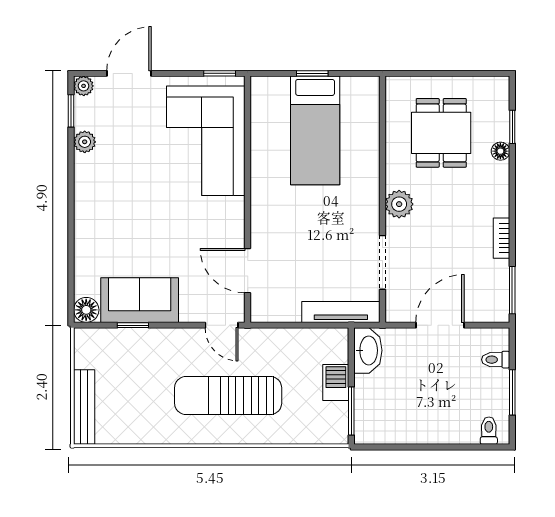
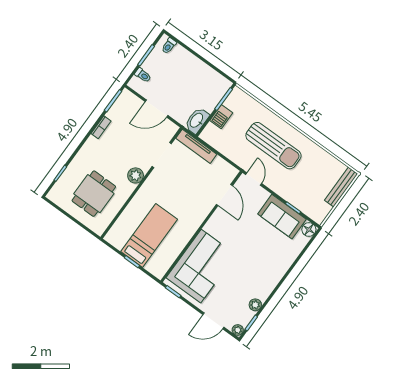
floor lamp: (500, 151) -> (73, 166), removed

